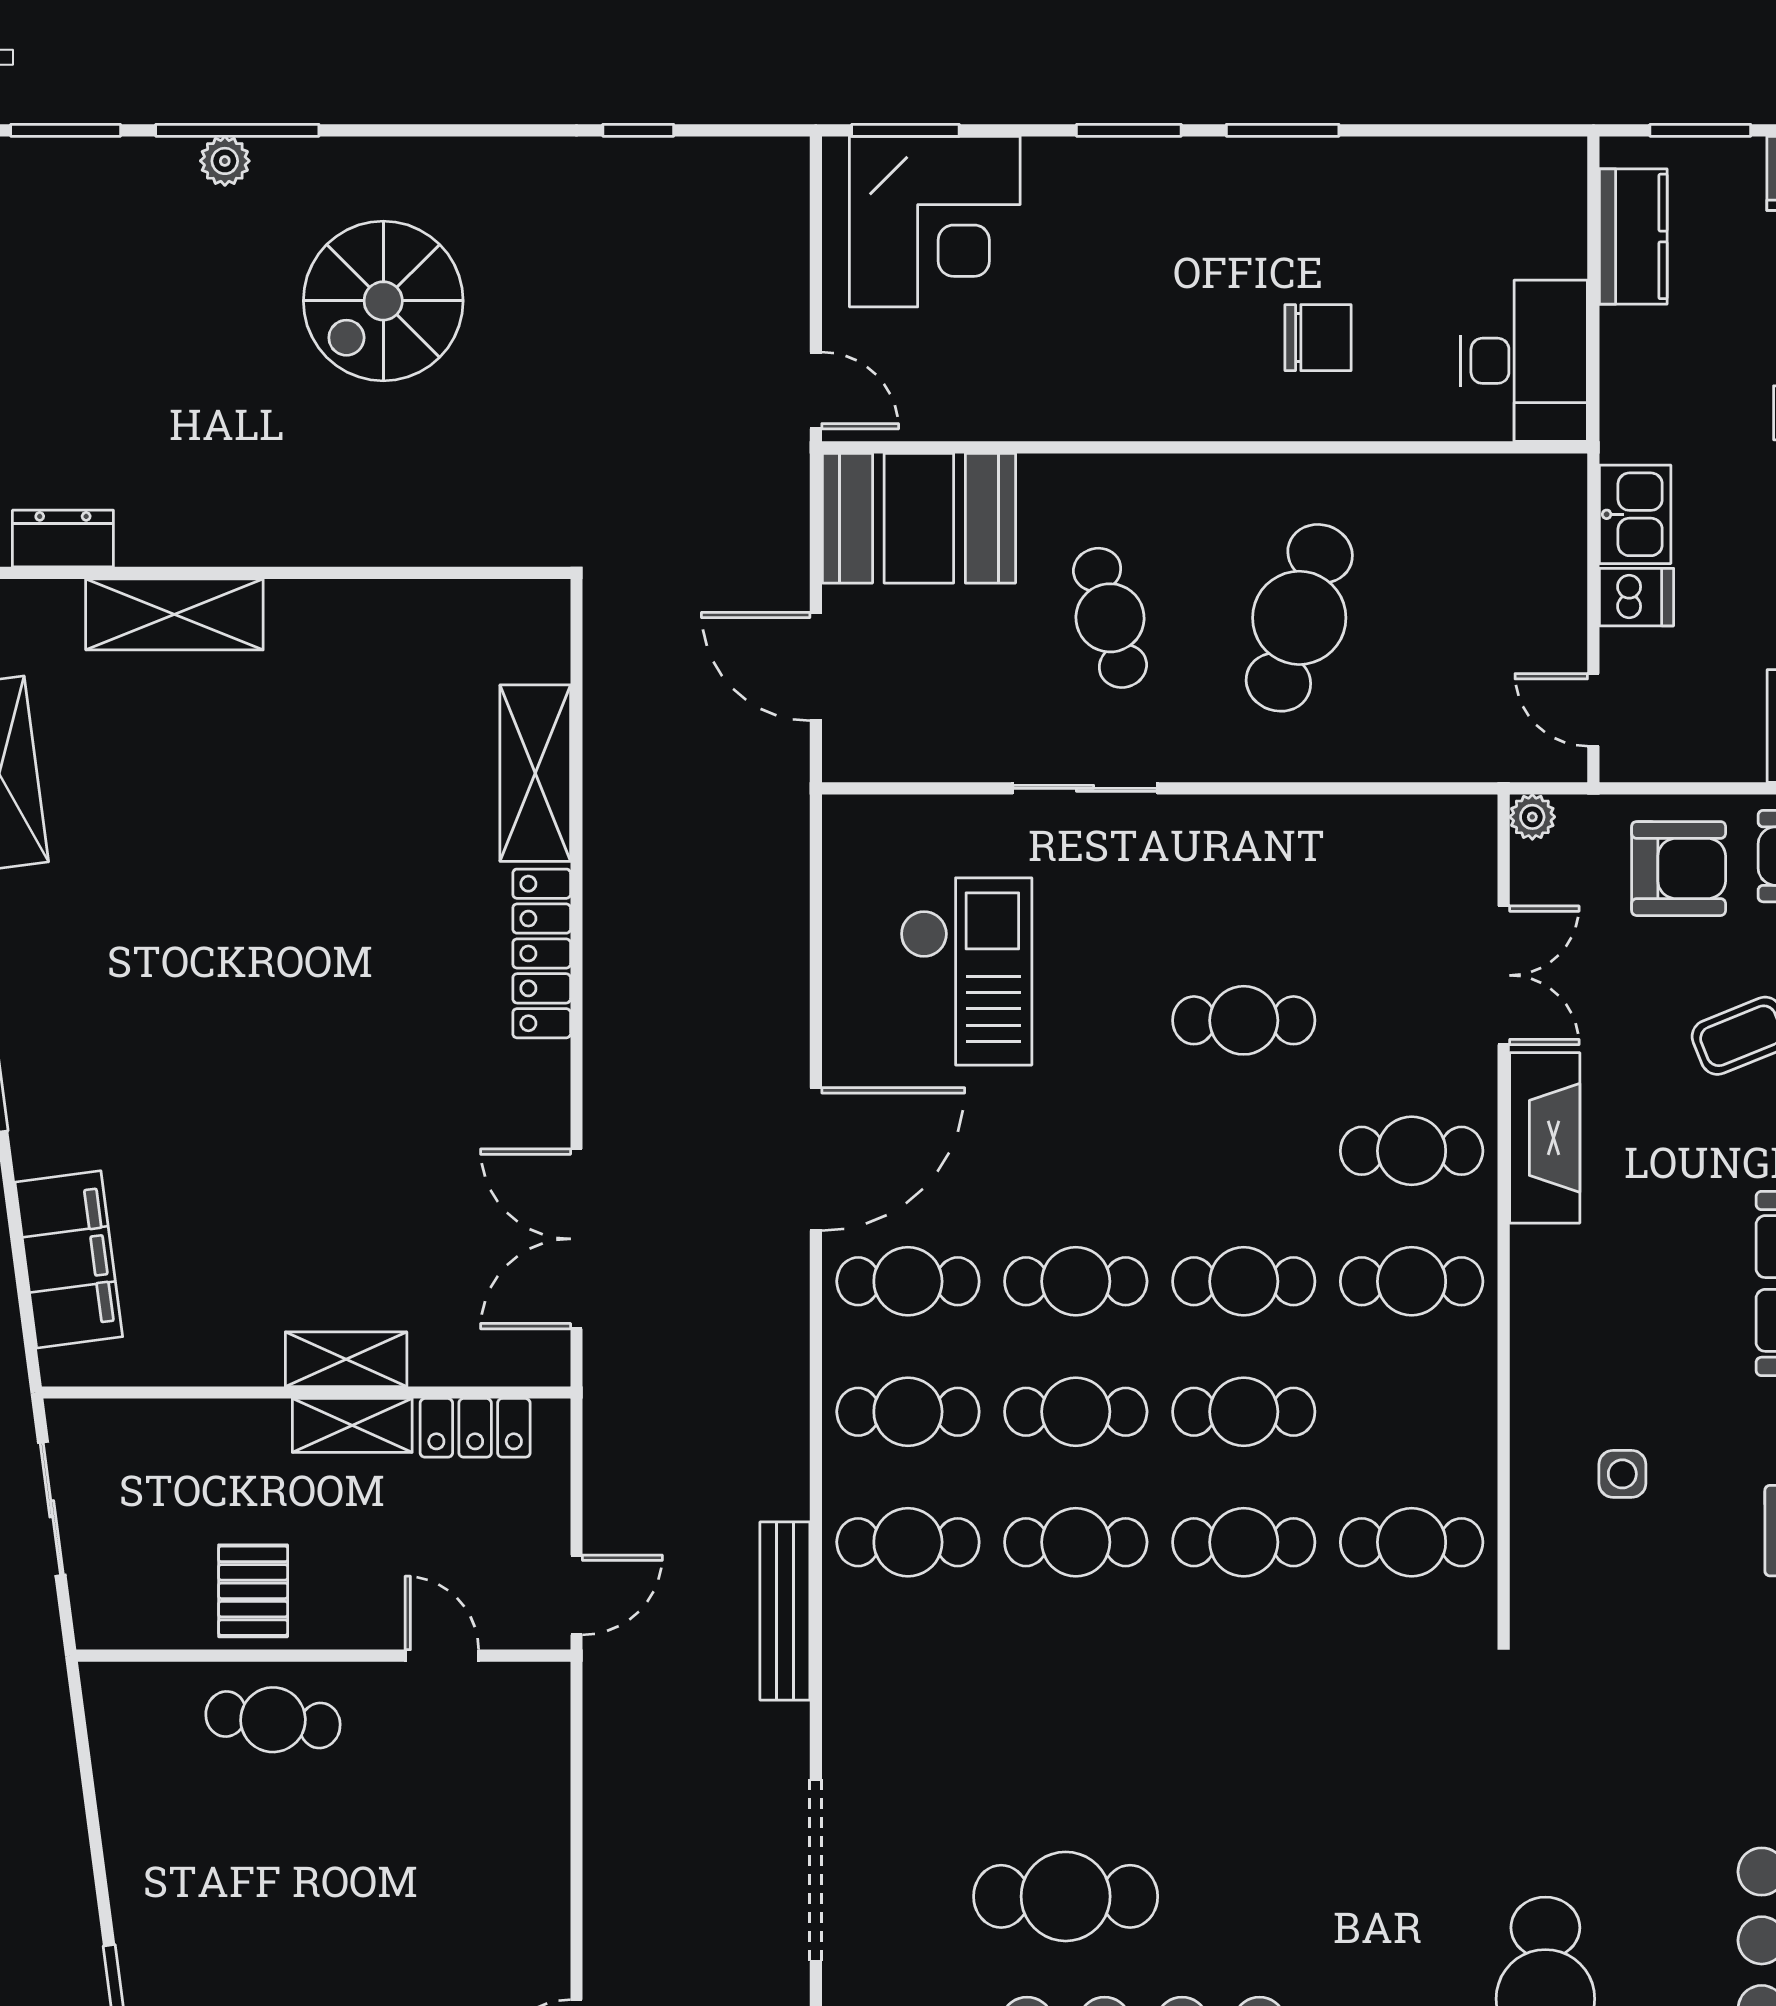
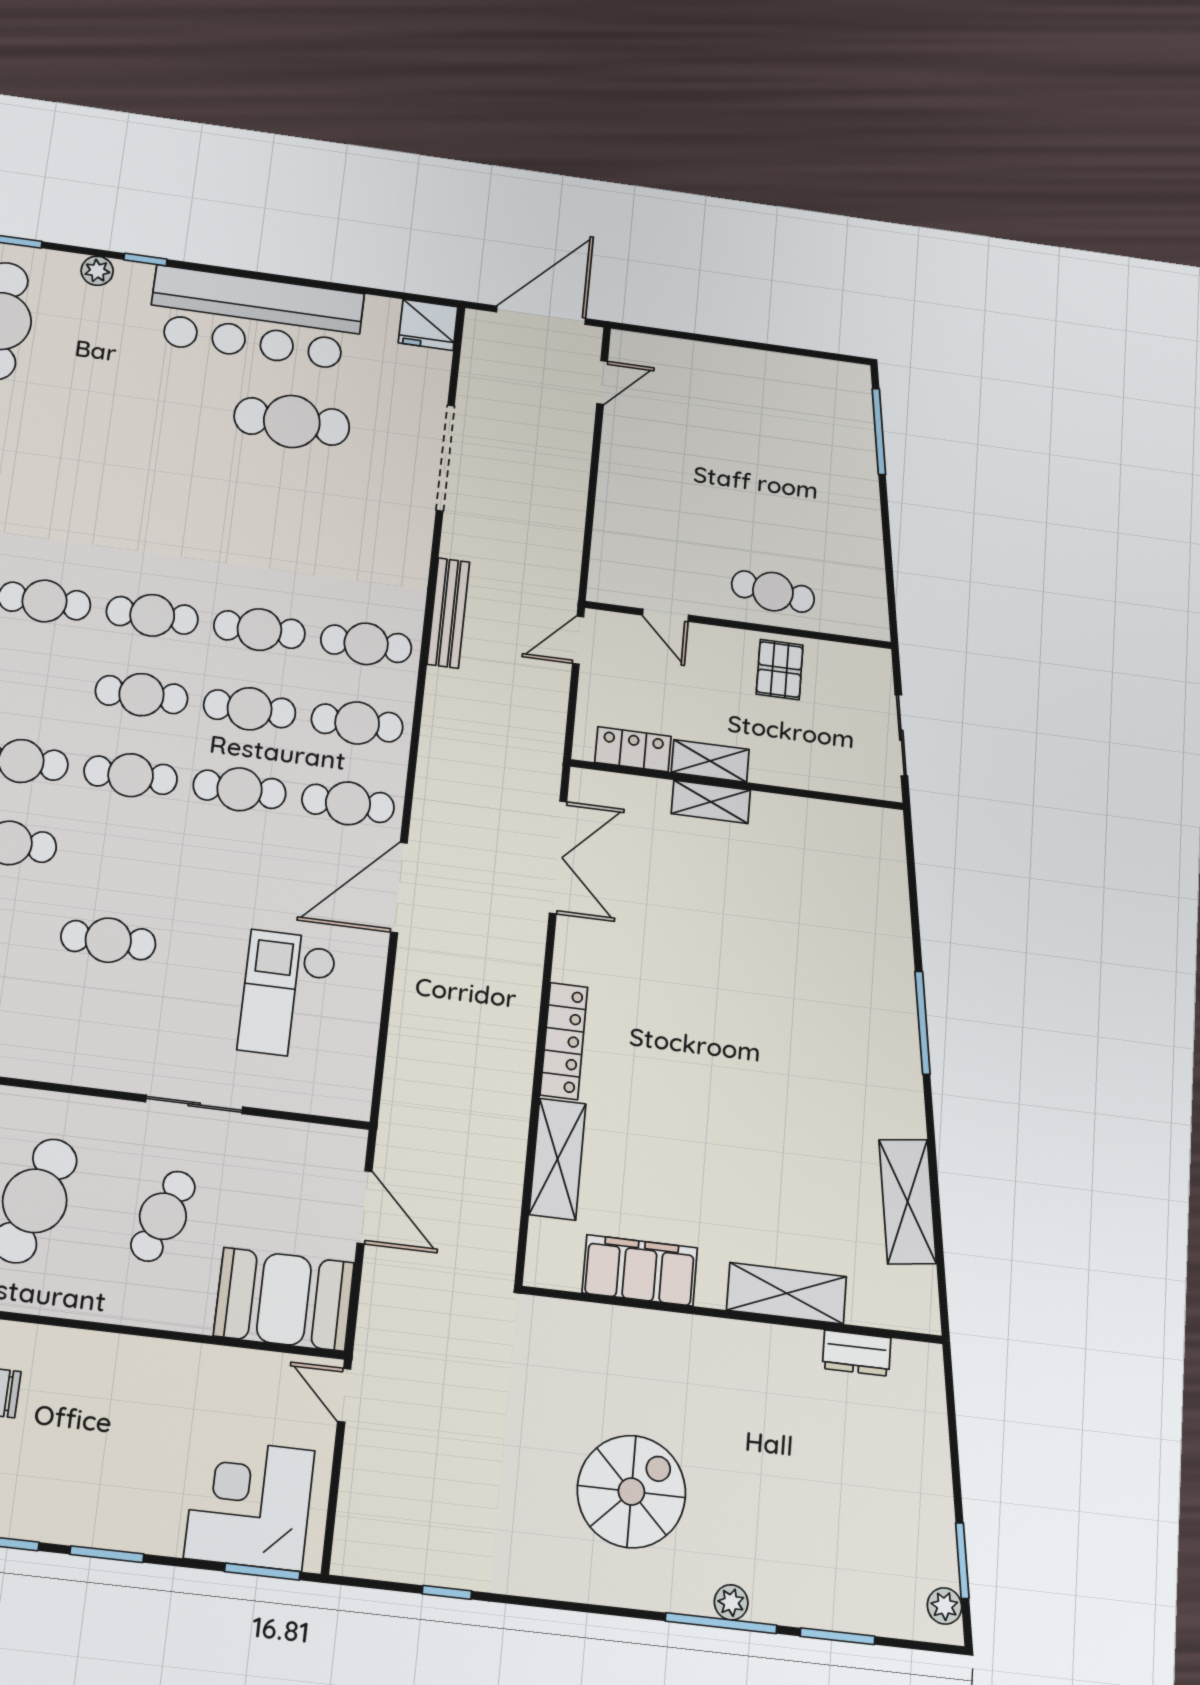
cafe table: (1110, 618) -> (163, 1216), turned 36
filing cabinet: (69, 1259) -> (640, 1270), moved, turned 97

